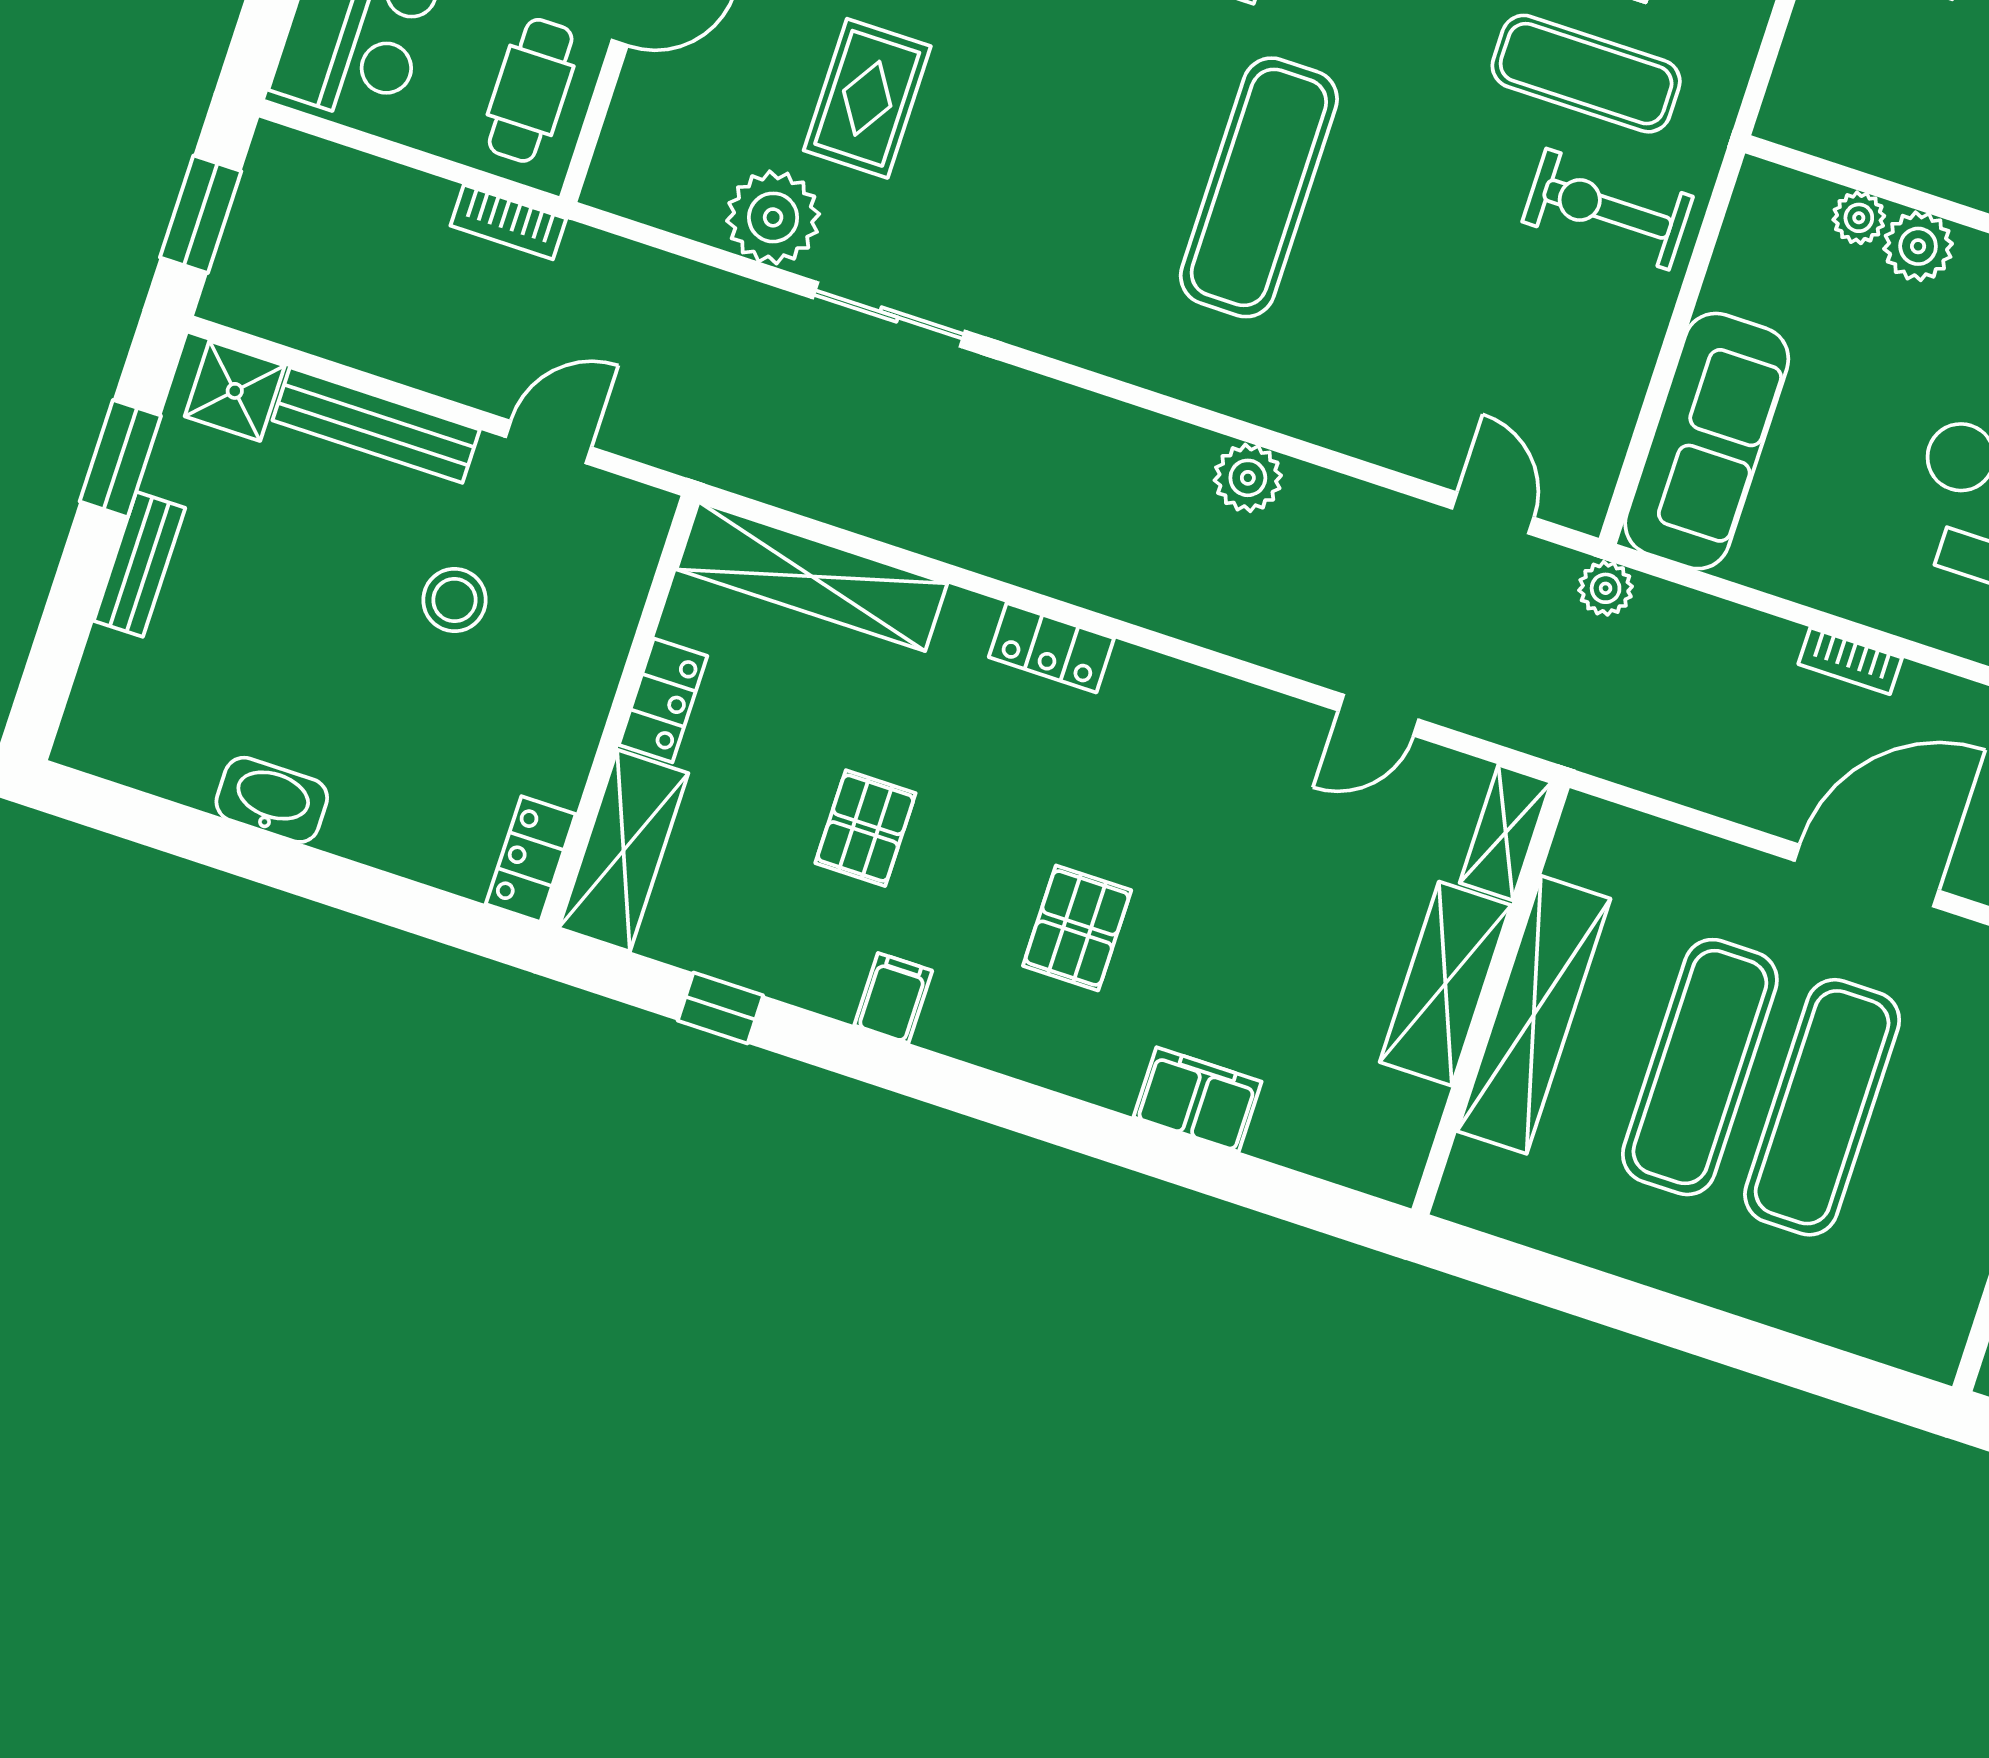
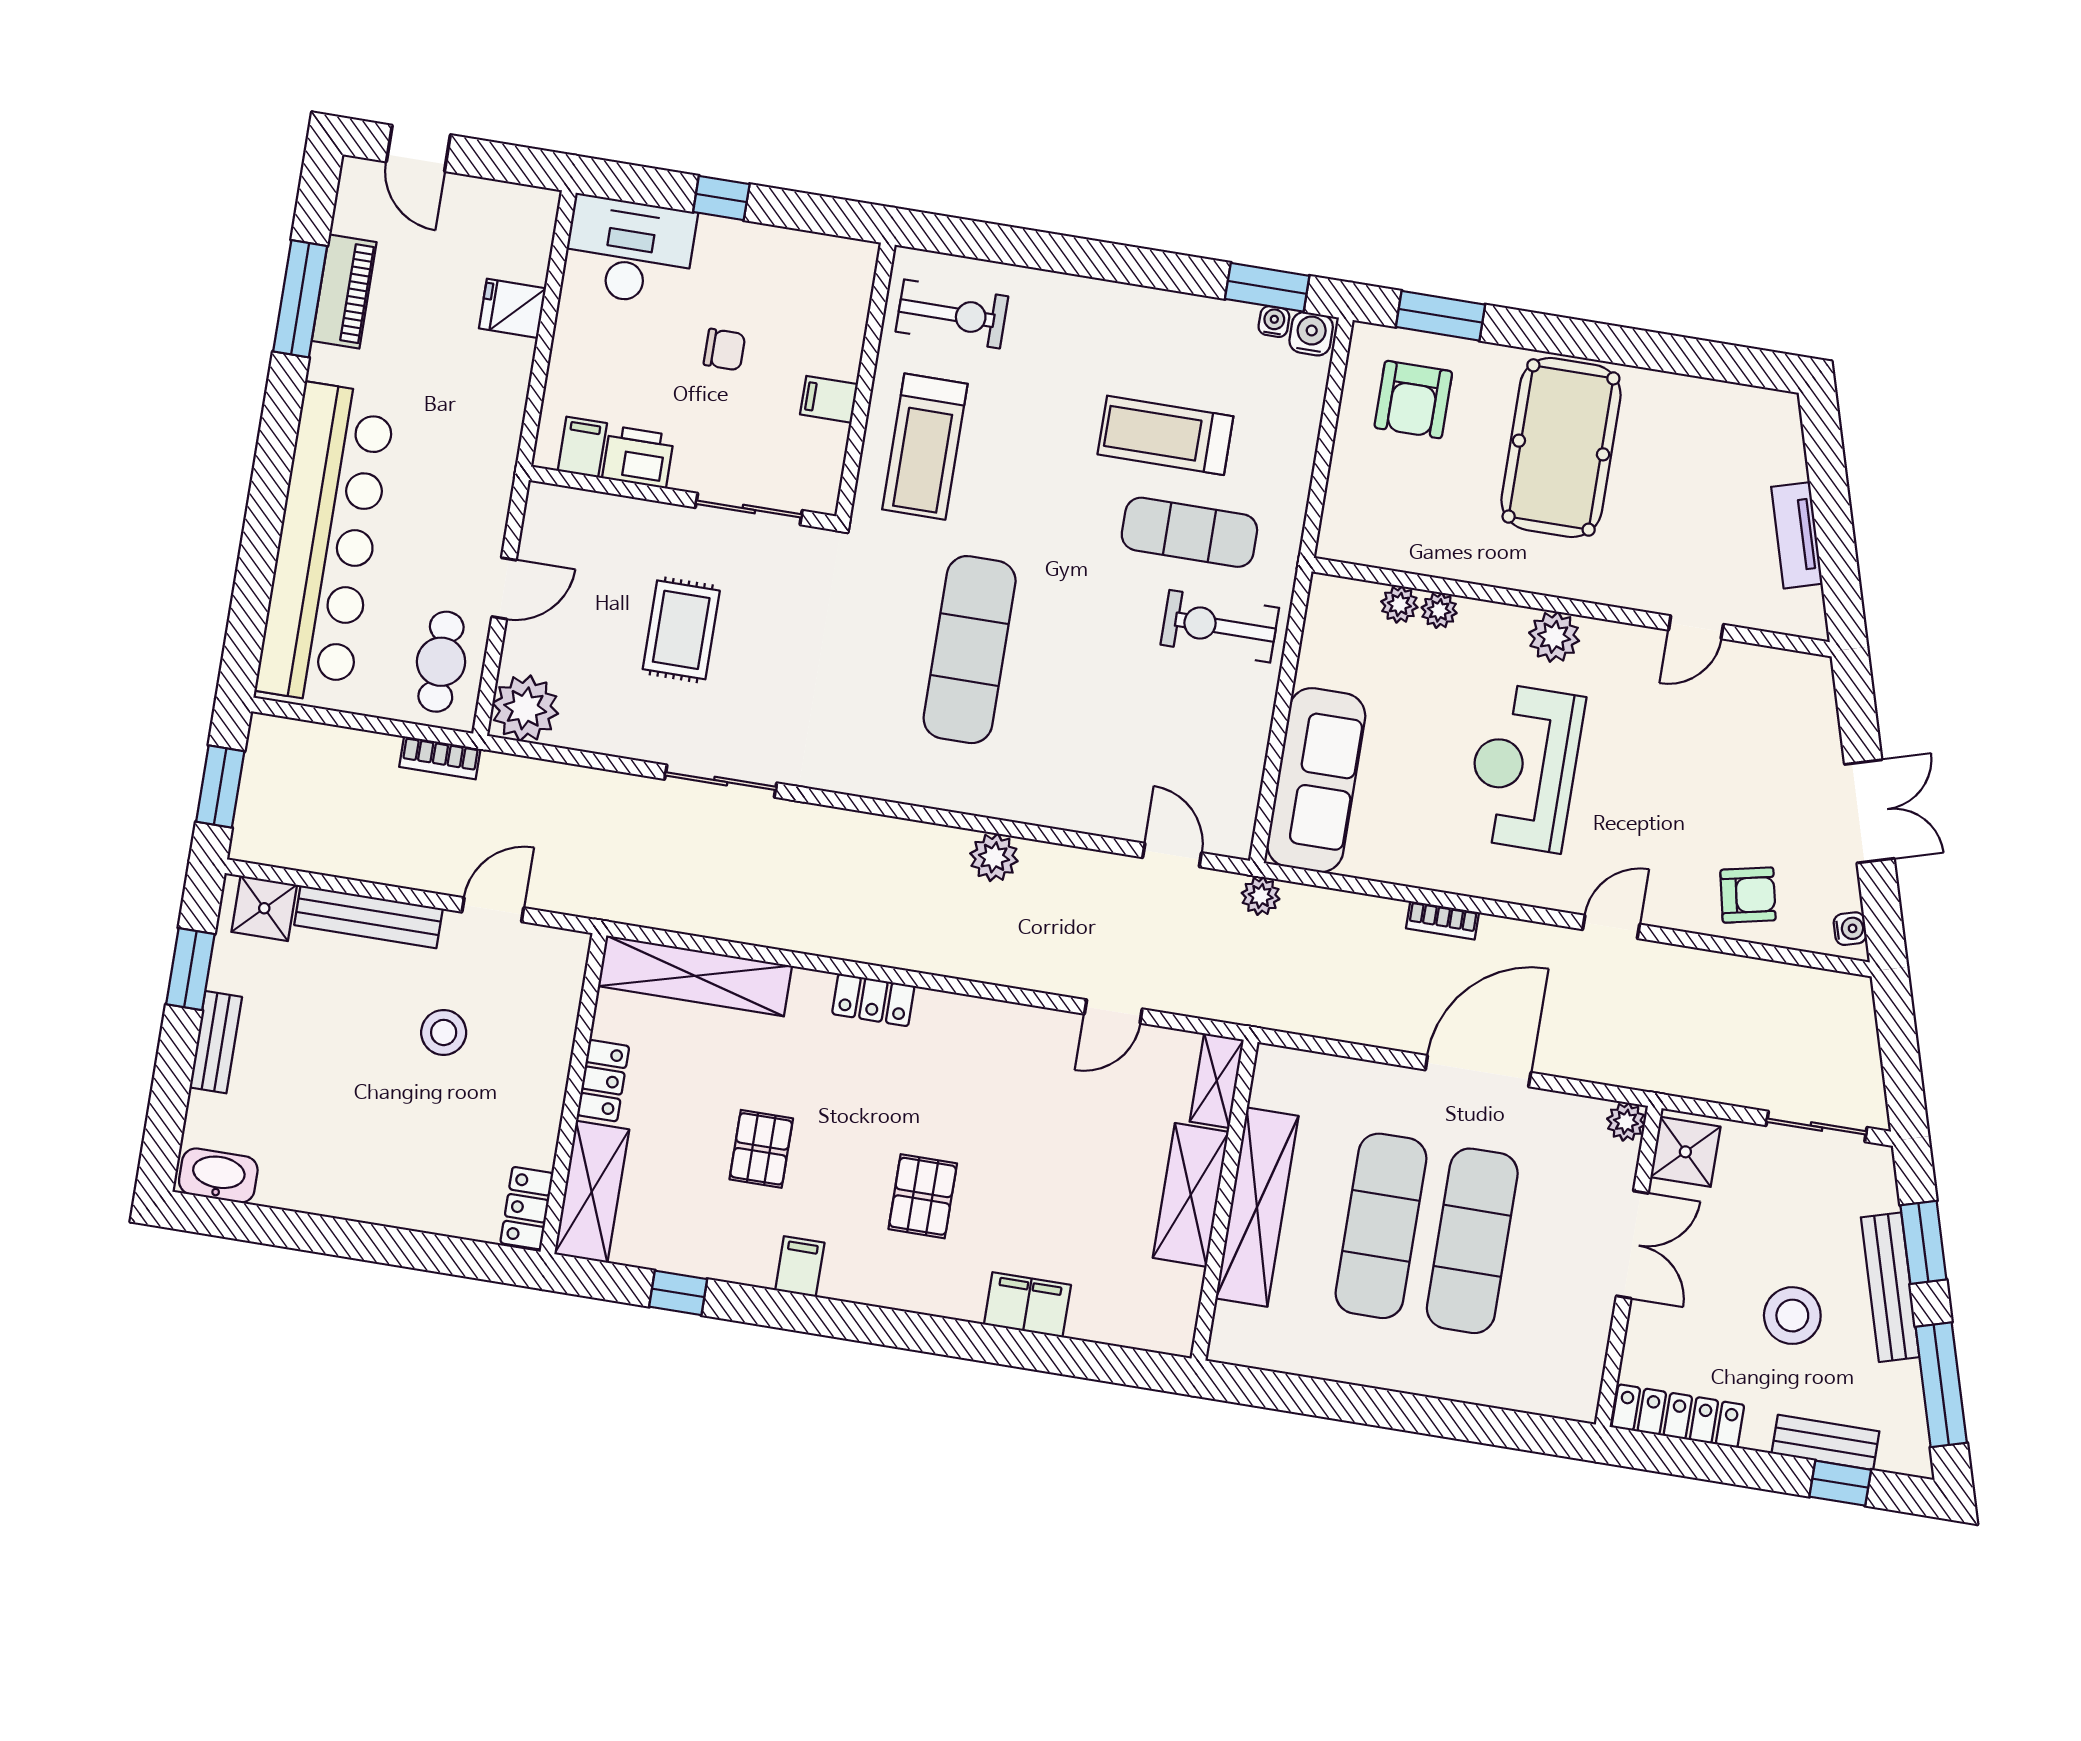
plant: (773, 217) -> (525, 708), moved
plant: (1918, 246) -> (1439, 610), width x0.73, depth x0.73
washbasin: (272, 800) -> (218, 1176), moved

